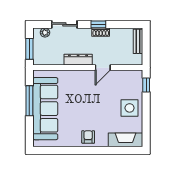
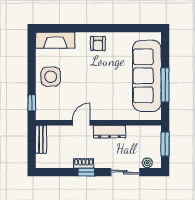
bench: (138, 41) -> (41, 139), moved

